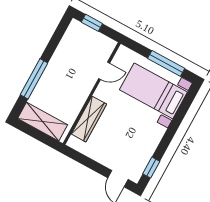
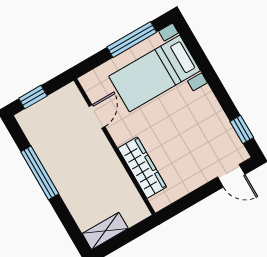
window: (34, 79) -> (40, 173), moved
shelving: (43, 122) -> (105, 231), width x0.67, depth x0.75

